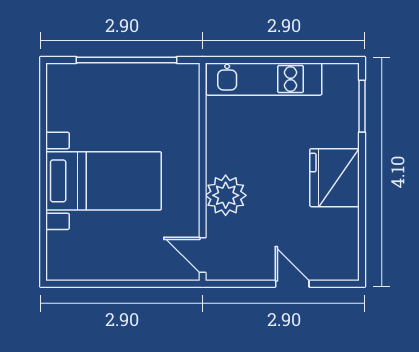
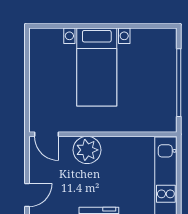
door: (203, 255) -> (46, 134), swing flipped

